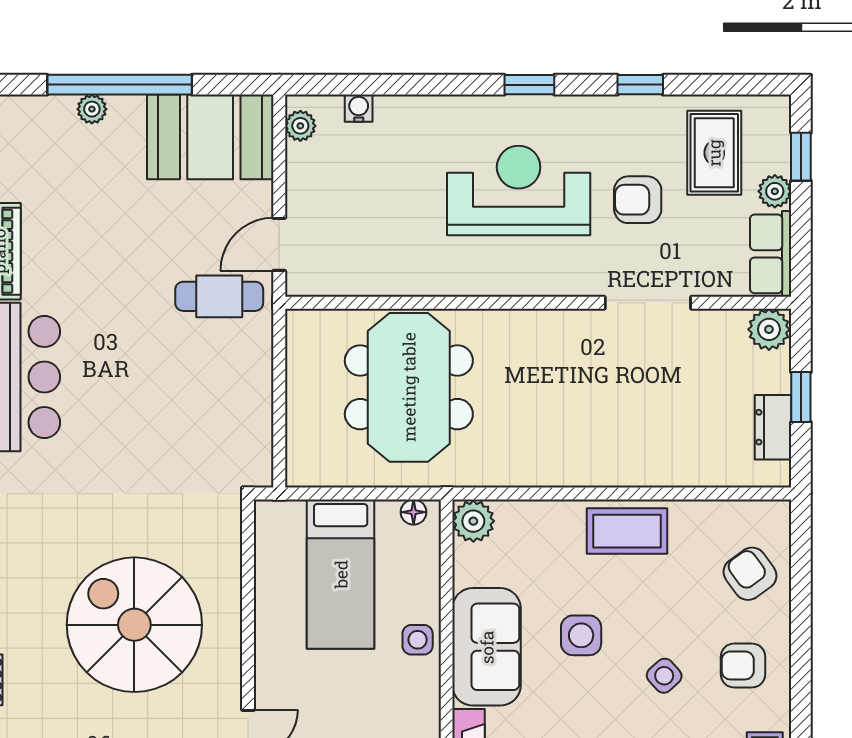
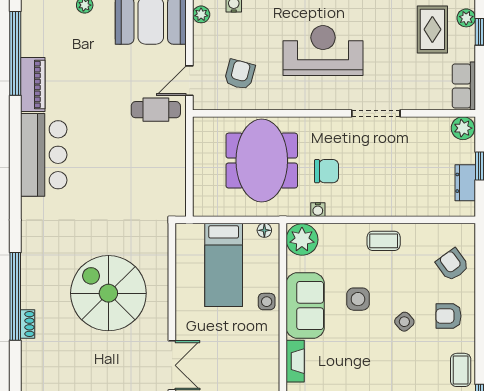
plant: (775, 191) -> (466, 18), moved
armchair: (638, 200) -> (240, 74), moved, turned 105
doorway: (648, 303) -> (376, 113), moved
chair: (525, 406) -> (326, 171), added
water cooler: (509, 475) -> (318, 210), added
plant: (473, 521) -> (302, 240), width x1.36, depth x1.36
coffee table: (627, 531) -> (384, 241), width x0.73, depth x0.77

